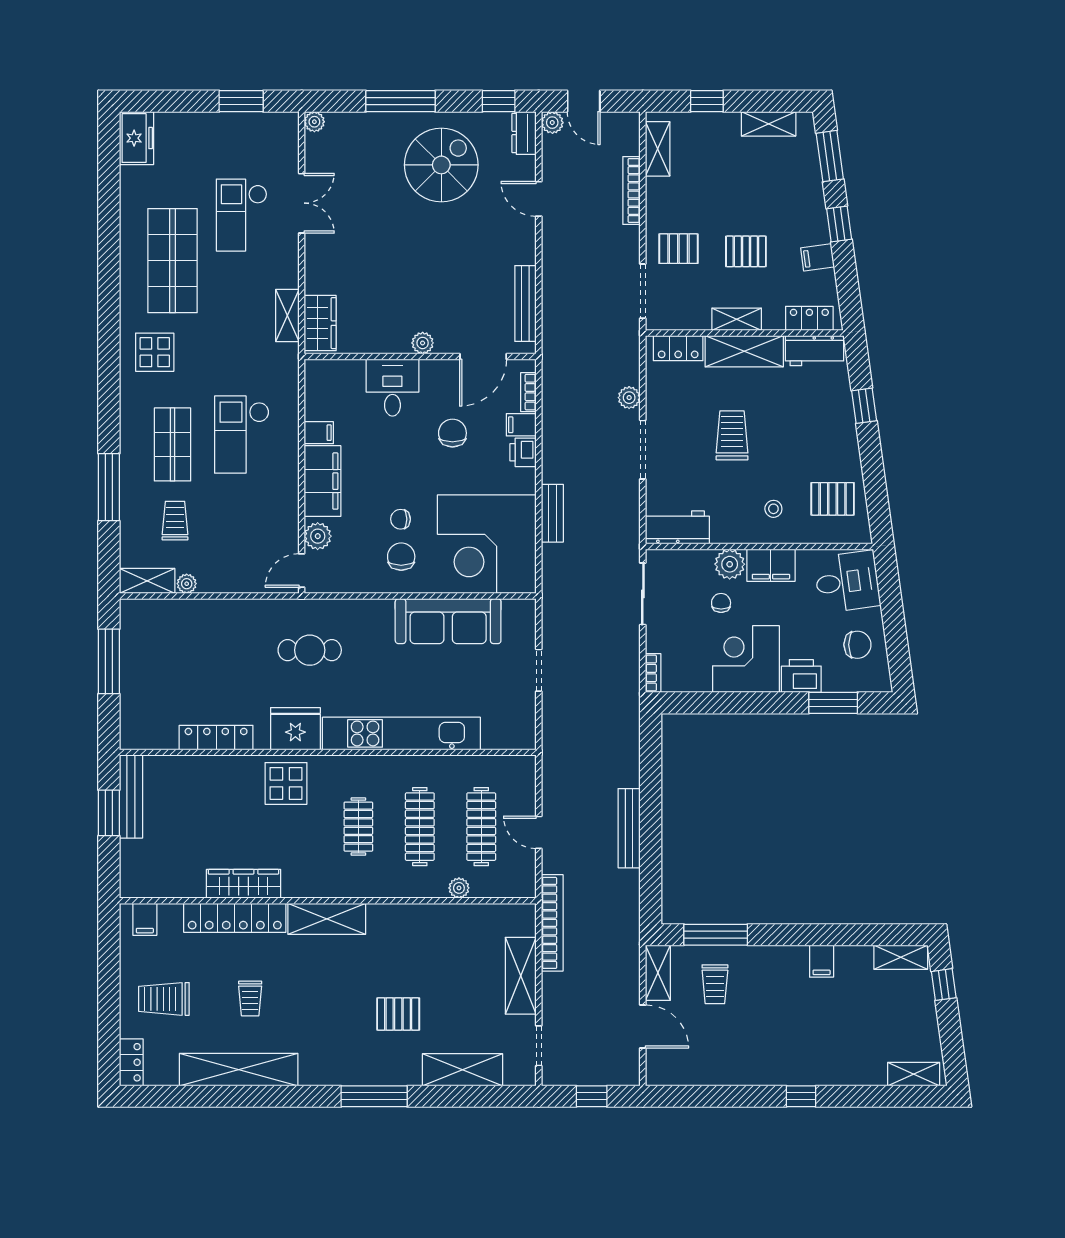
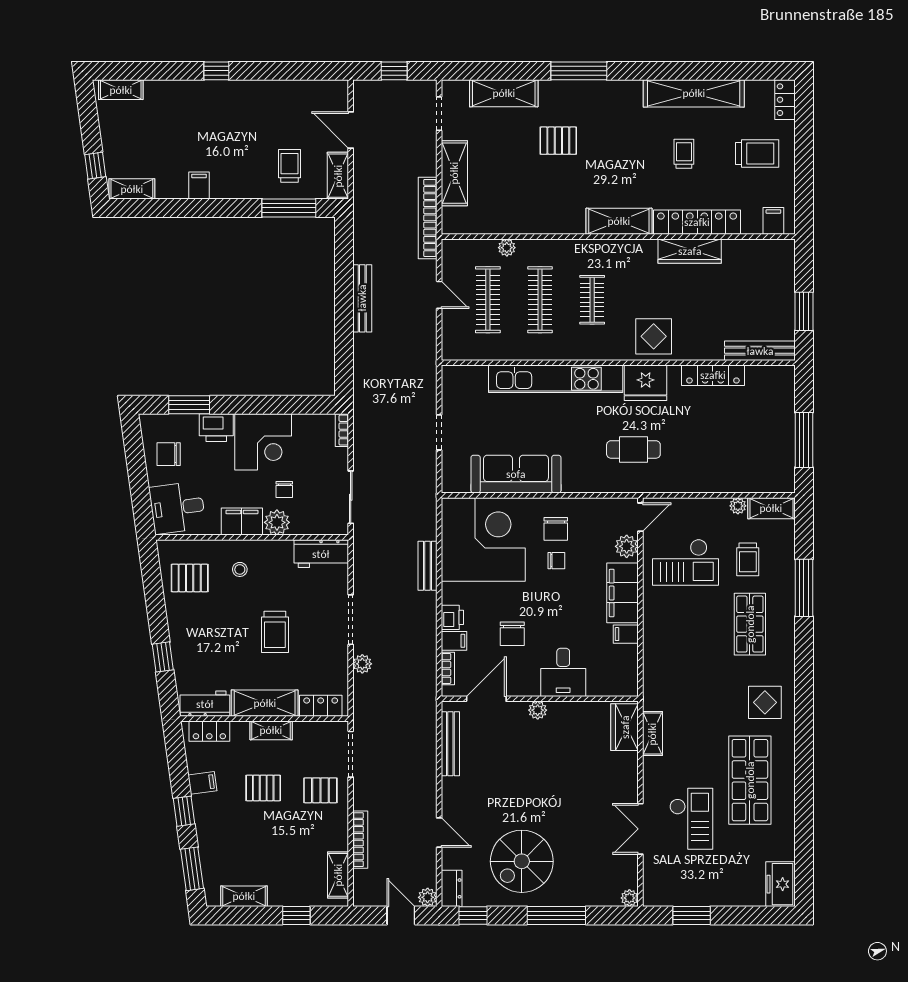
checkout: (242, 435) -> (685, 562), moved, turned 90
bench: (131, 796) -> (760, 351), moved, turned 90

